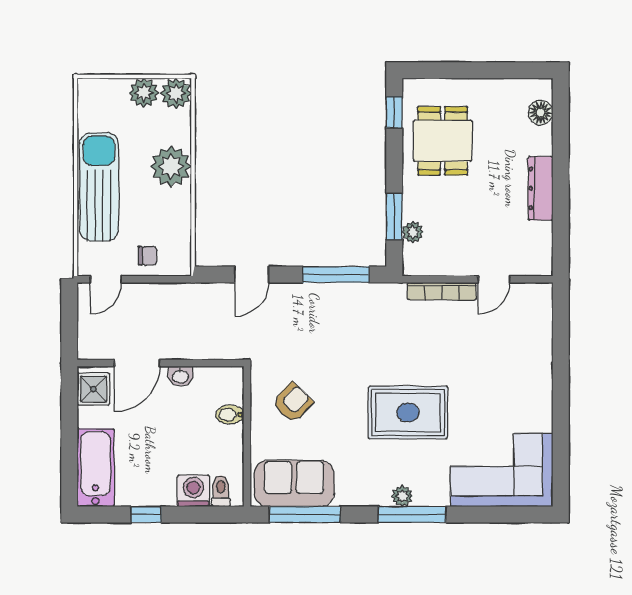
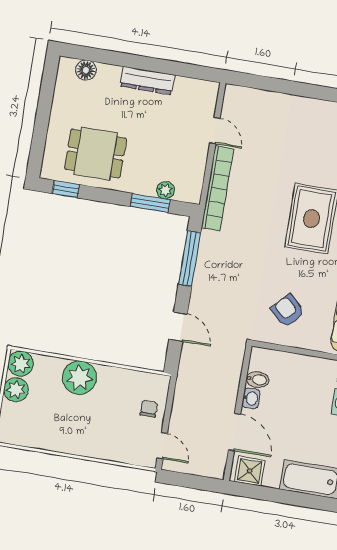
sun lounger: (99, 187) -> (86, 439), removed
bookcase: (442, 291) -> (217, 188), width x1.48, depth x1.31
bidet: (230, 415) -> (258, 380), moved, turned -90

